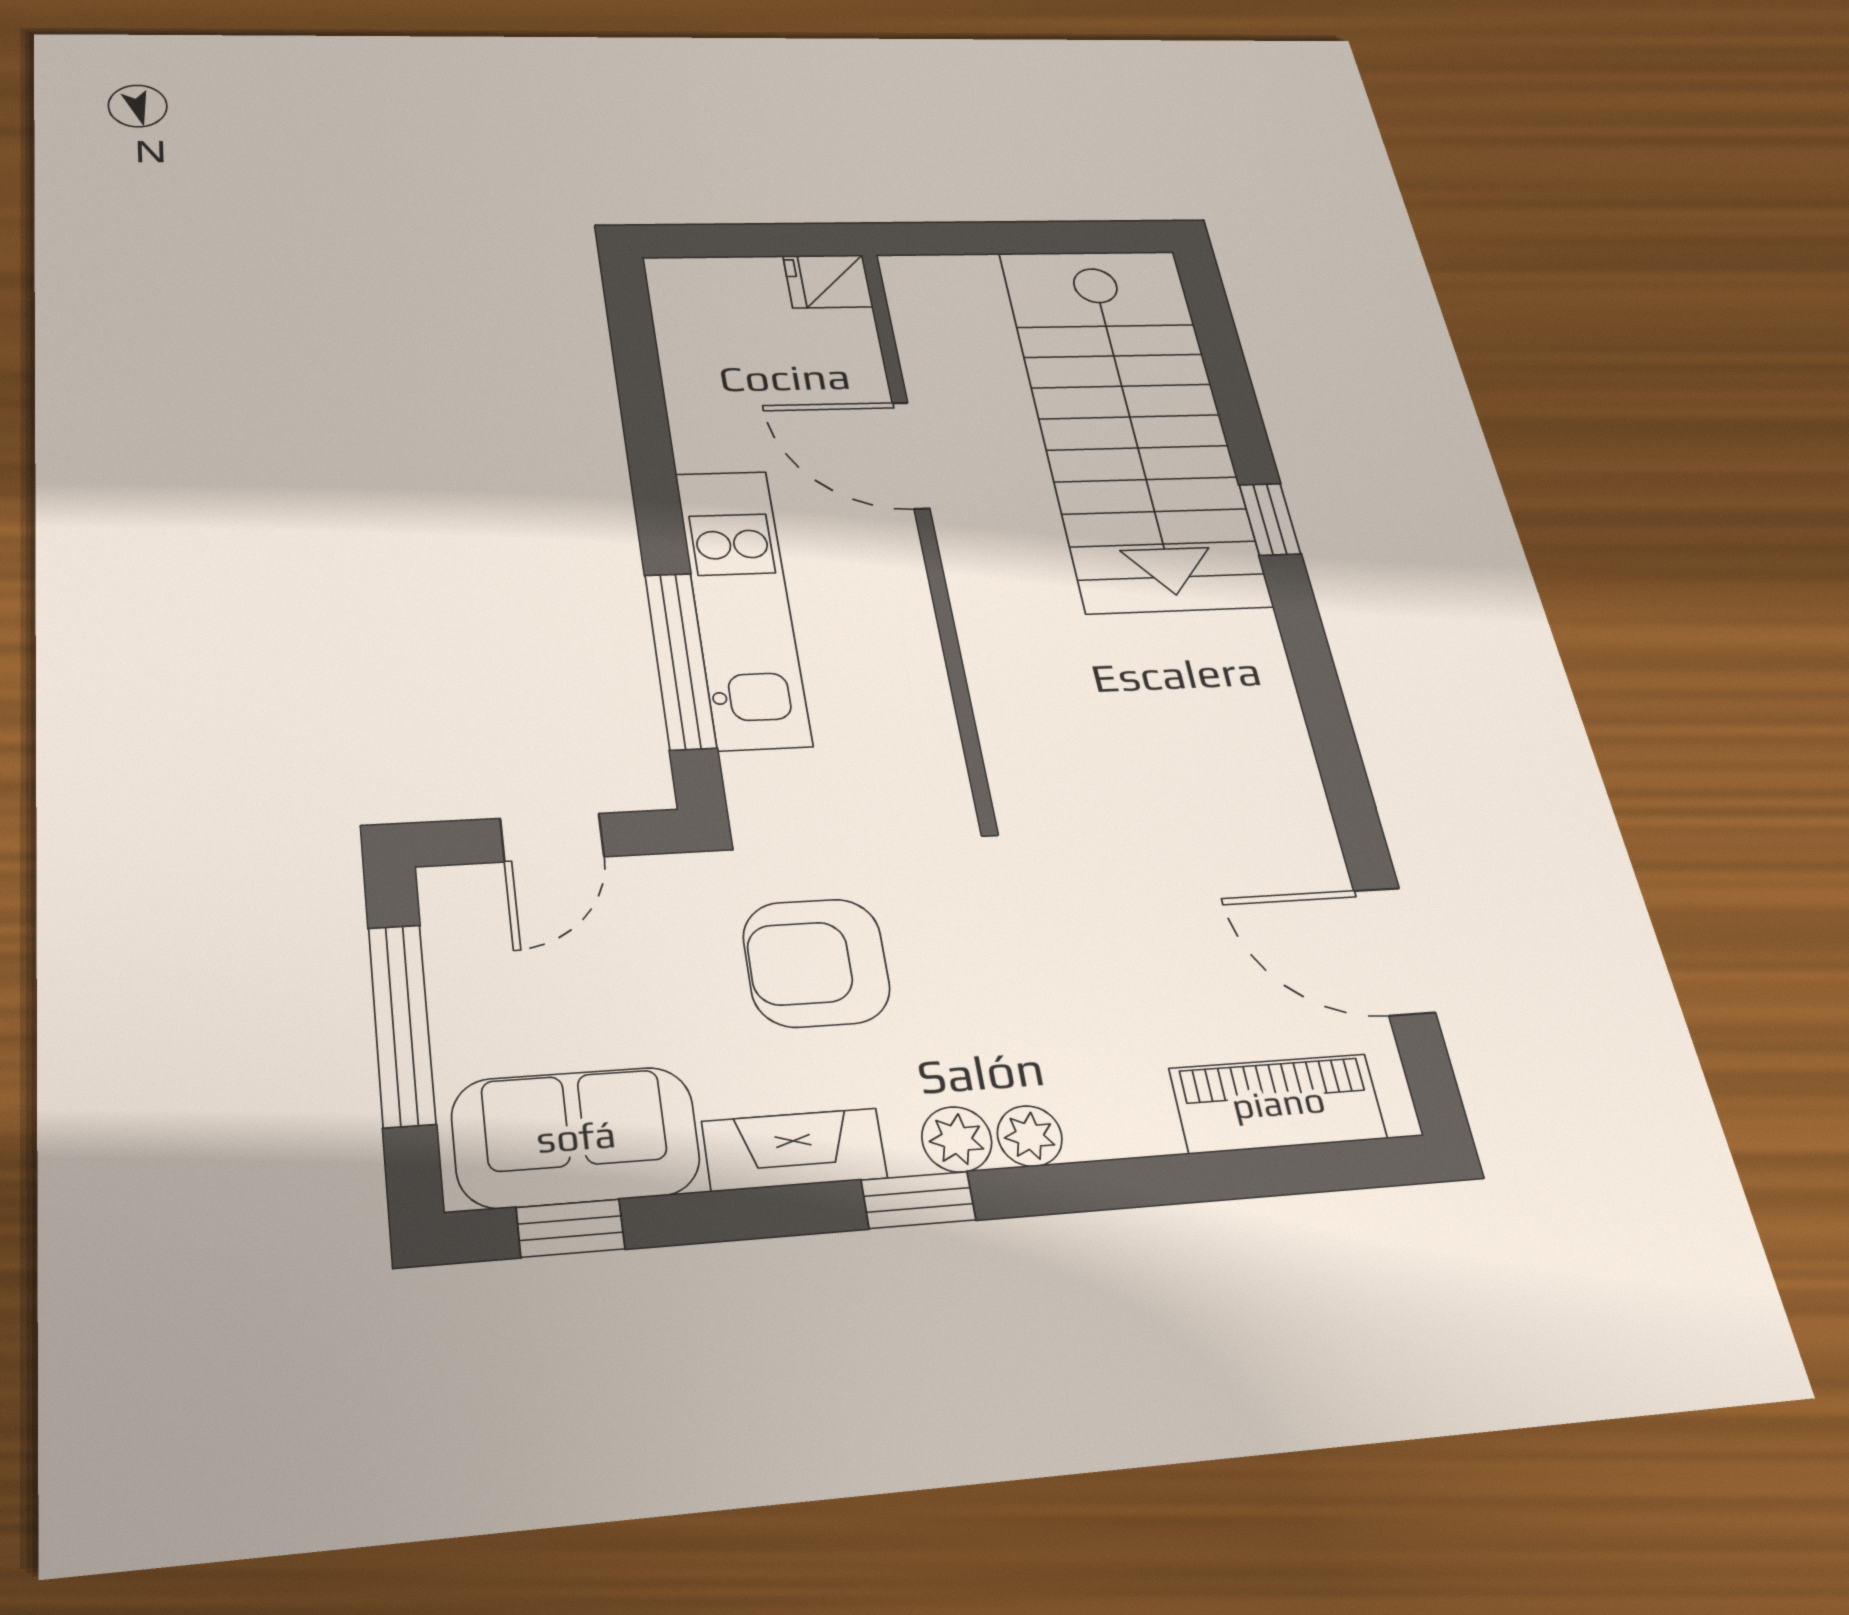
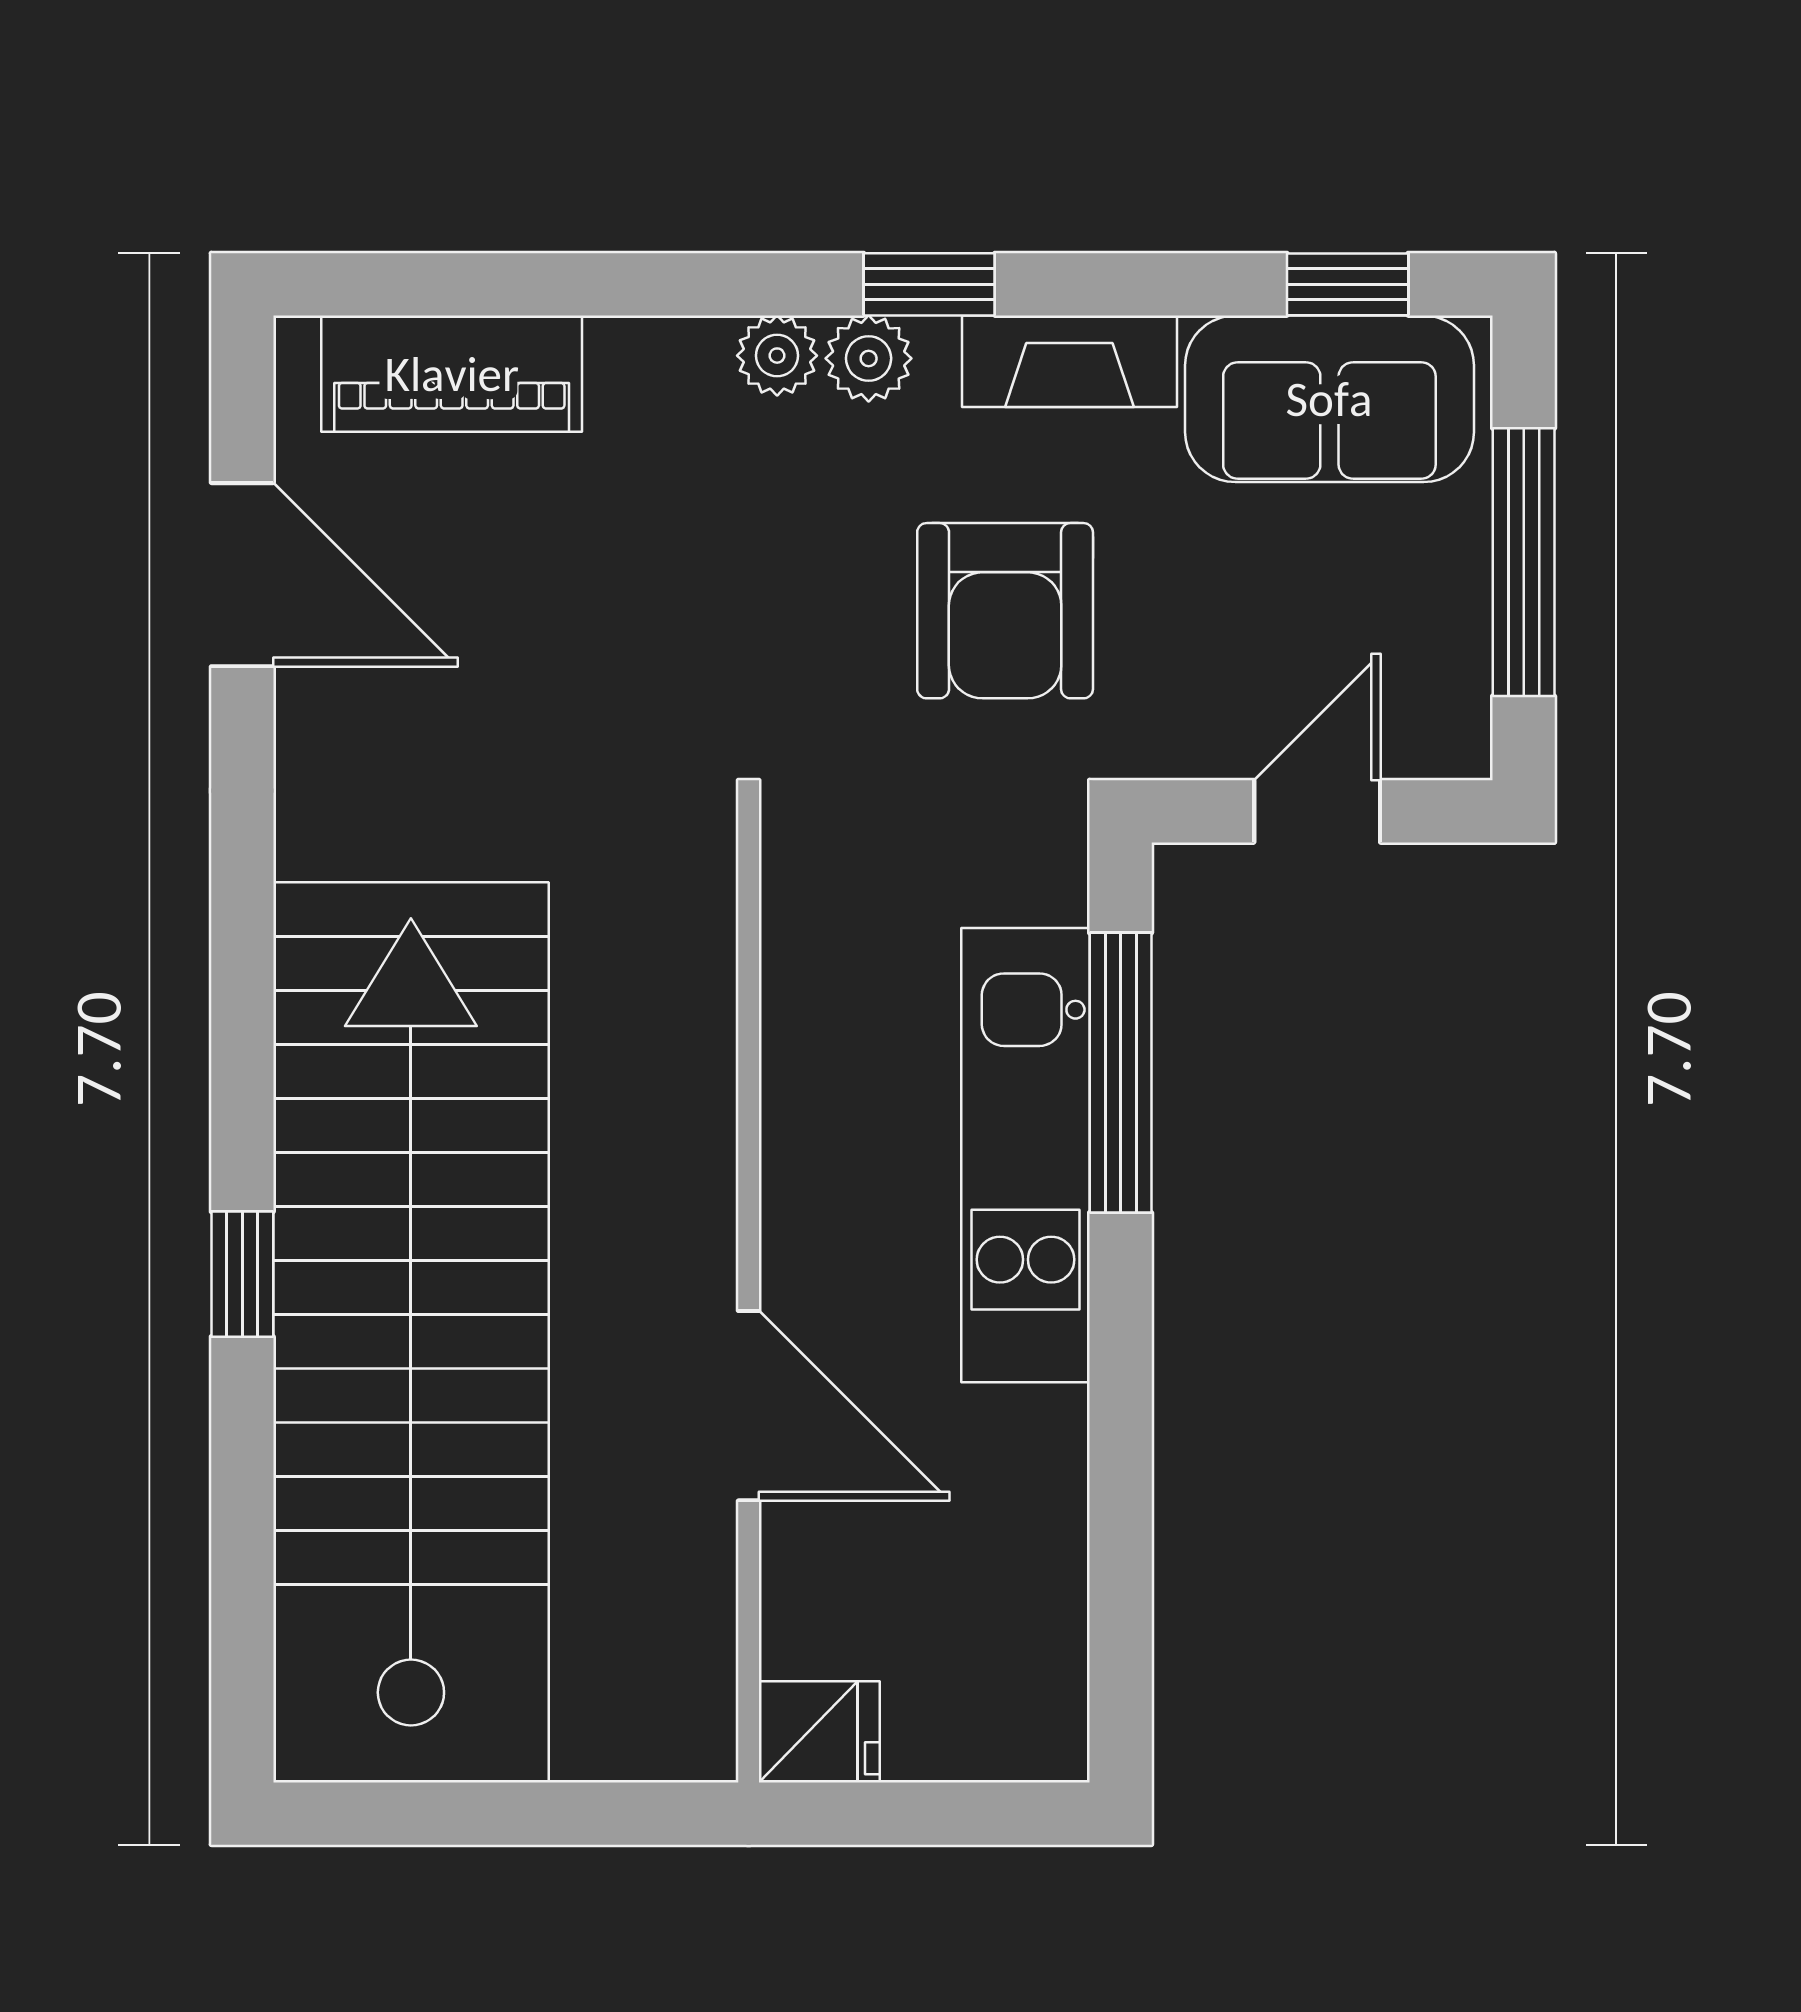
stairs: (1132, 424) -> (411, 1332), width x1.36
armchair: (816, 963) -> (1005, 611), turned 90

